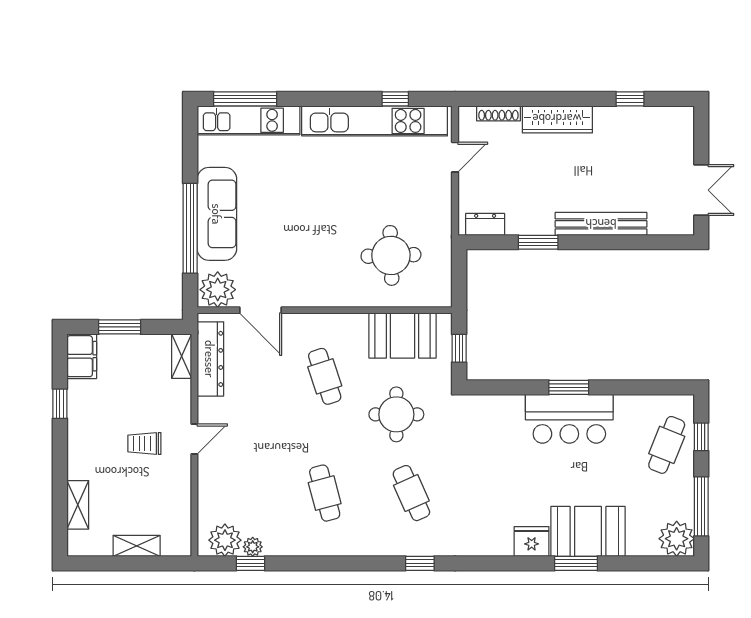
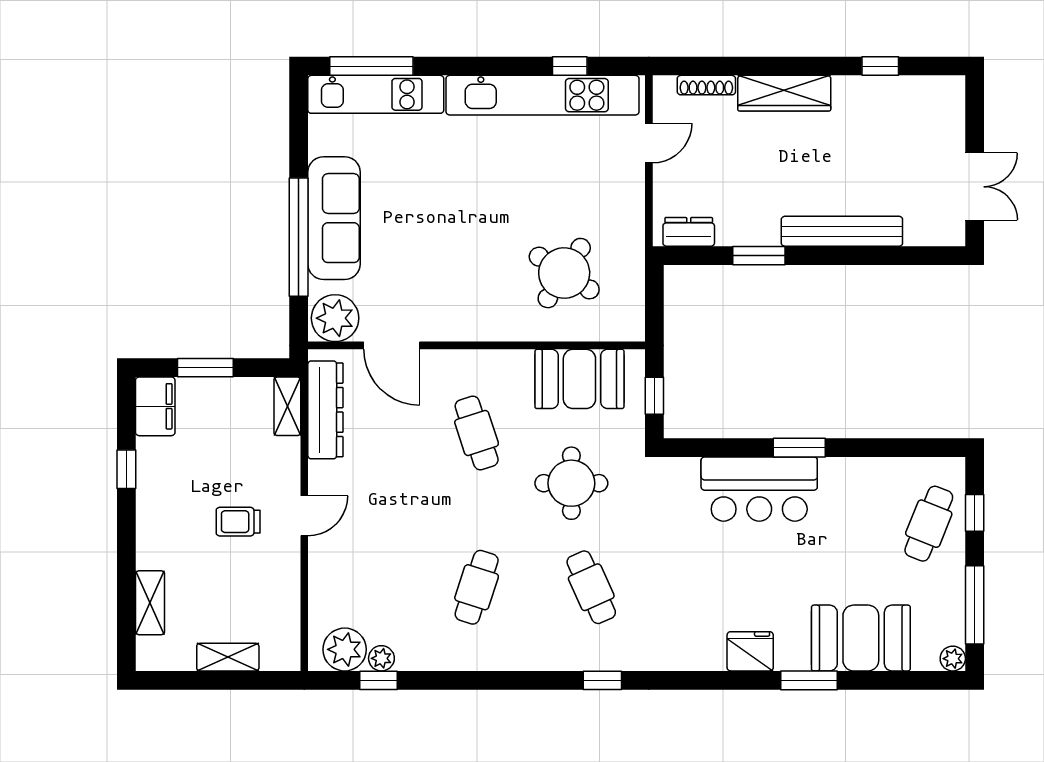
round table: (391, 255) -> (564, 273), turned 35
bar counter: (569, 419) -> (759, 489), moved
cafe table: (325, 493) -> (477, 587), turned 33
booth: (588, 531) -> (861, 638), moved
plant: (677, 539) -> (953, 659), width x0.53, depth x0.53

